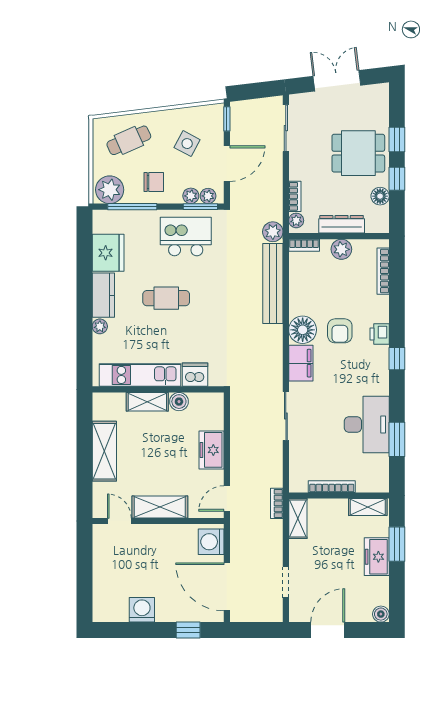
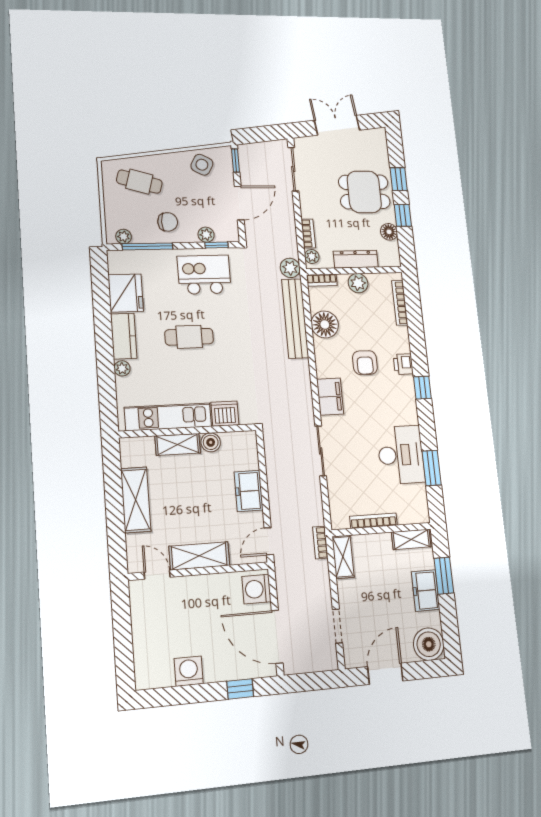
cafe table: (129, 140) -> (139, 182), turned 40
side table: (187, 144) -> (202, 165), moved
plant: (110, 190) -> (124, 237), width x0.53, depth x0.53
plant: (208, 196) -> (223, 235), removed
window: (200, 207) -> (216, 245), width x0.67
floor lamp: (303, 330) -> (325, 324), moved
boiler: (381, 614) -> (429, 644), width x1.86, depth x1.86

